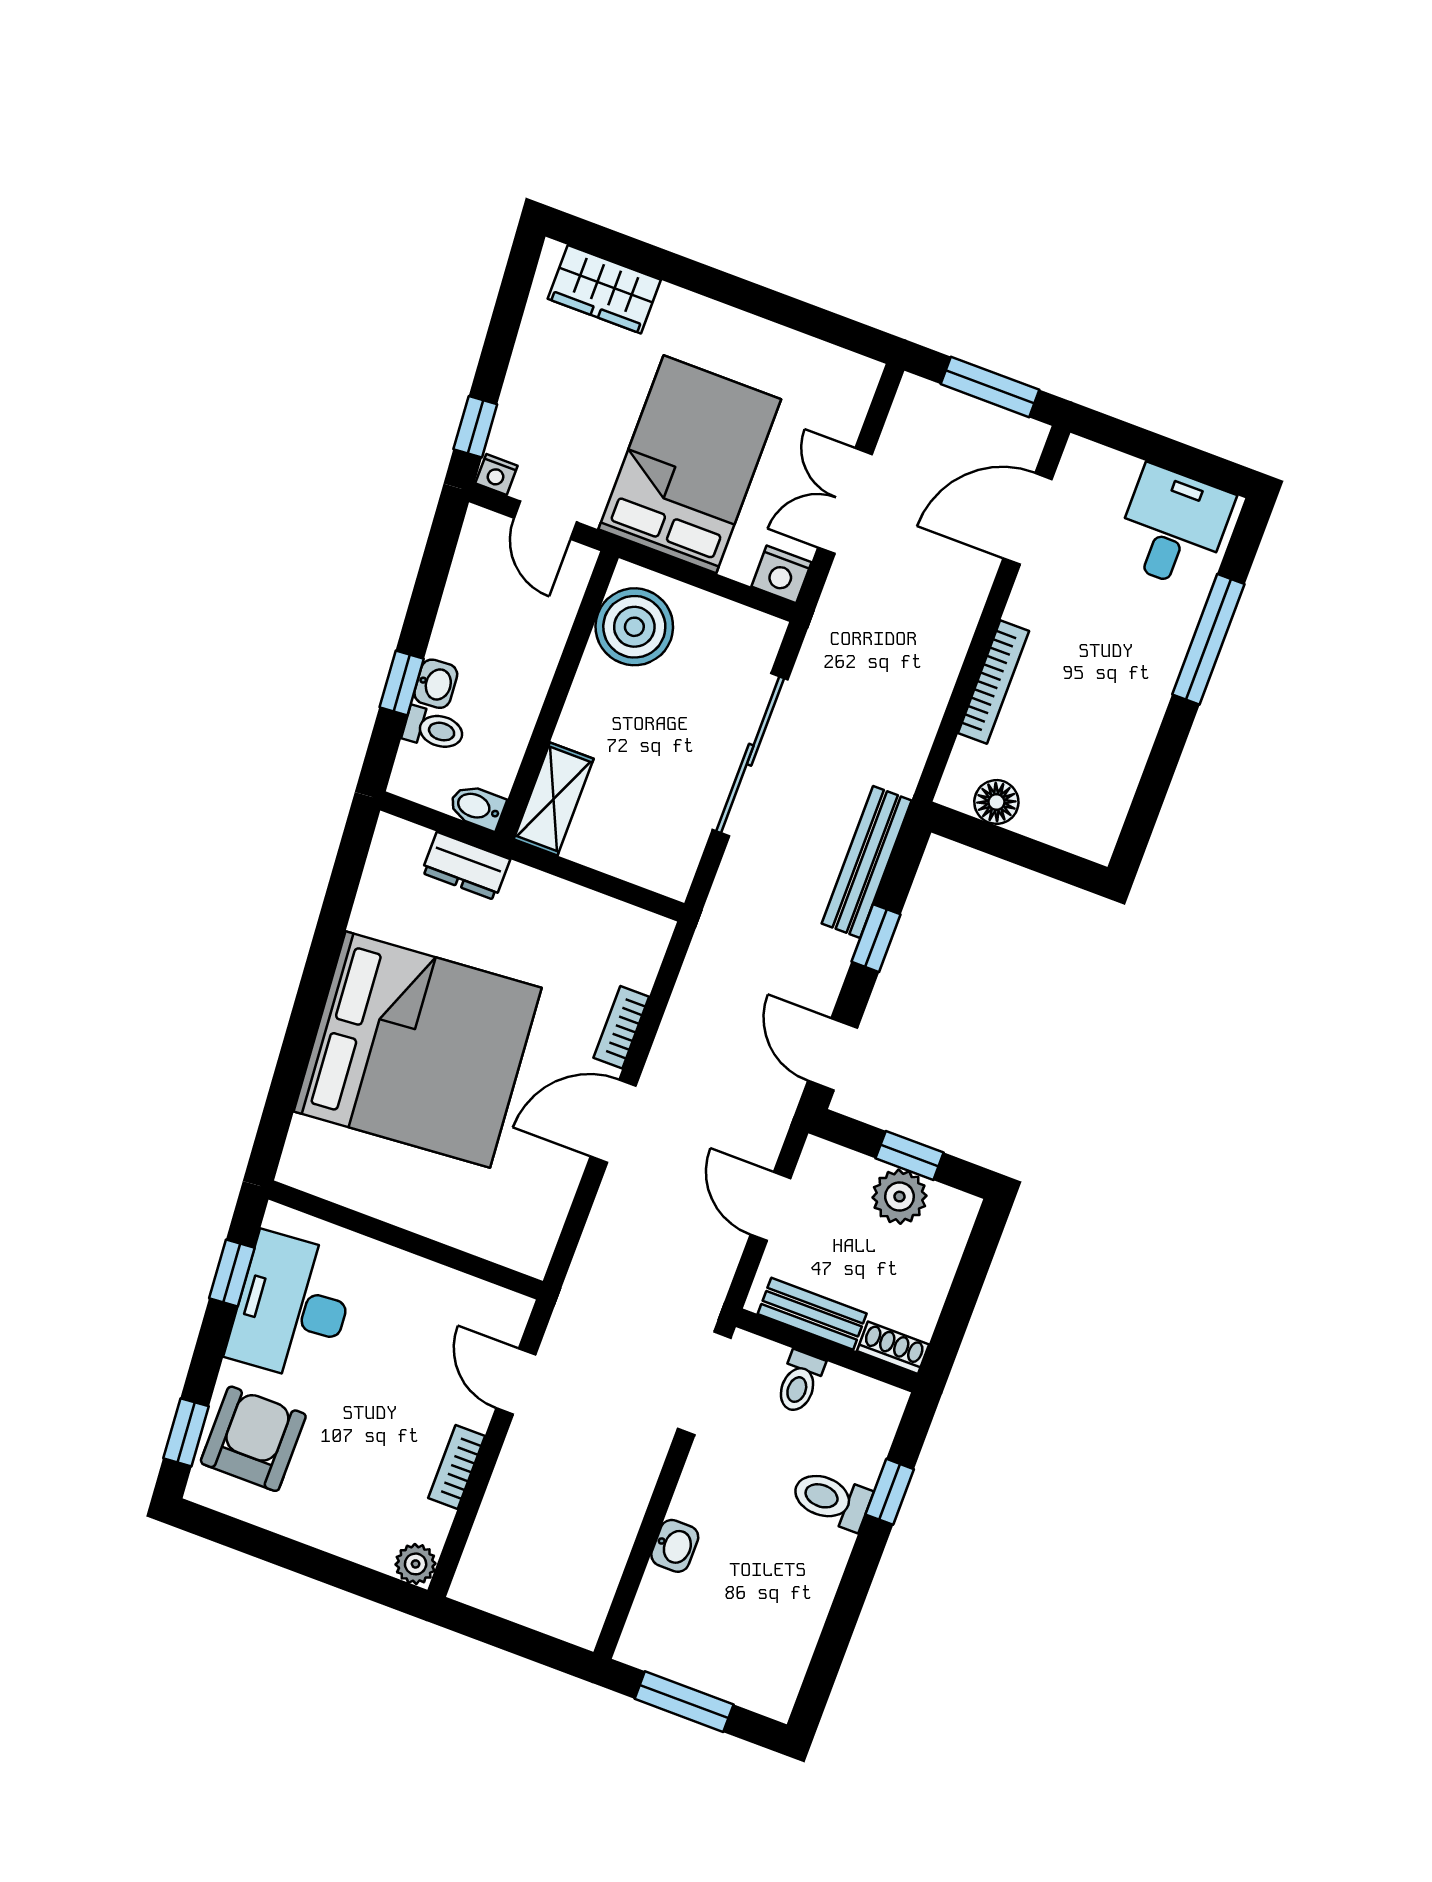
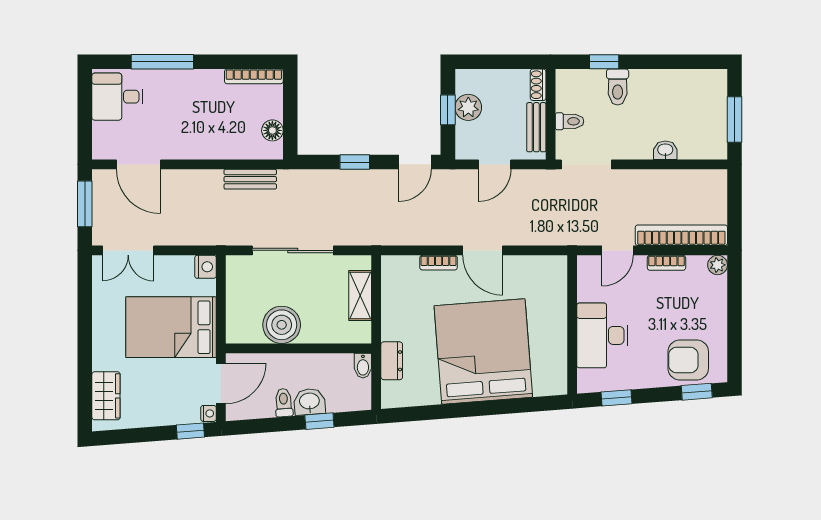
double door: (845, 501) -> (128, 250), moved
door: (545, 520) -> (221, 383), width x1.38
boiler: (634, 627) -> (282, 325), moved
bookcase: (993, 682) -> (254, 76), moved, turned 180
washbasin: (436, 684) -> (309, 402), width x1.38, depth x1.45
toilet: (434, 729) -> (284, 403), moved
shelving: (554, 799) -> (360, 295), moved, turned 90
bench: (867, 862) -> (250, 179), moved, width x0.73
desk: (292, 1307) -> (602, 335), moved, turned 94
bookcase: (499, 1516) -> (681, 235), added

